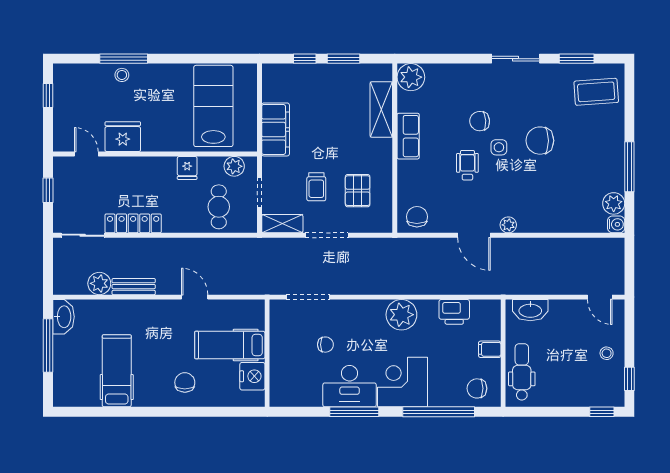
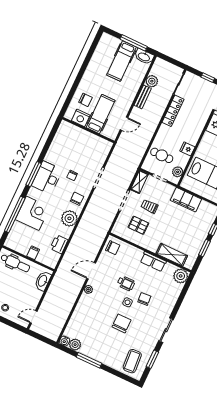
hospital bed: (230, 345) -> (101, 114), moved
wall: (267, 353) -> (88, 130), moved
hospital bed: (117, 371) -> (121, 61), moved, turned 90
nightstand: (252, 376) -> (81, 118), moved
corner desk: (403, 382) -> (33, 213), moved
chair: (477, 388) -> (77, 199), moved

